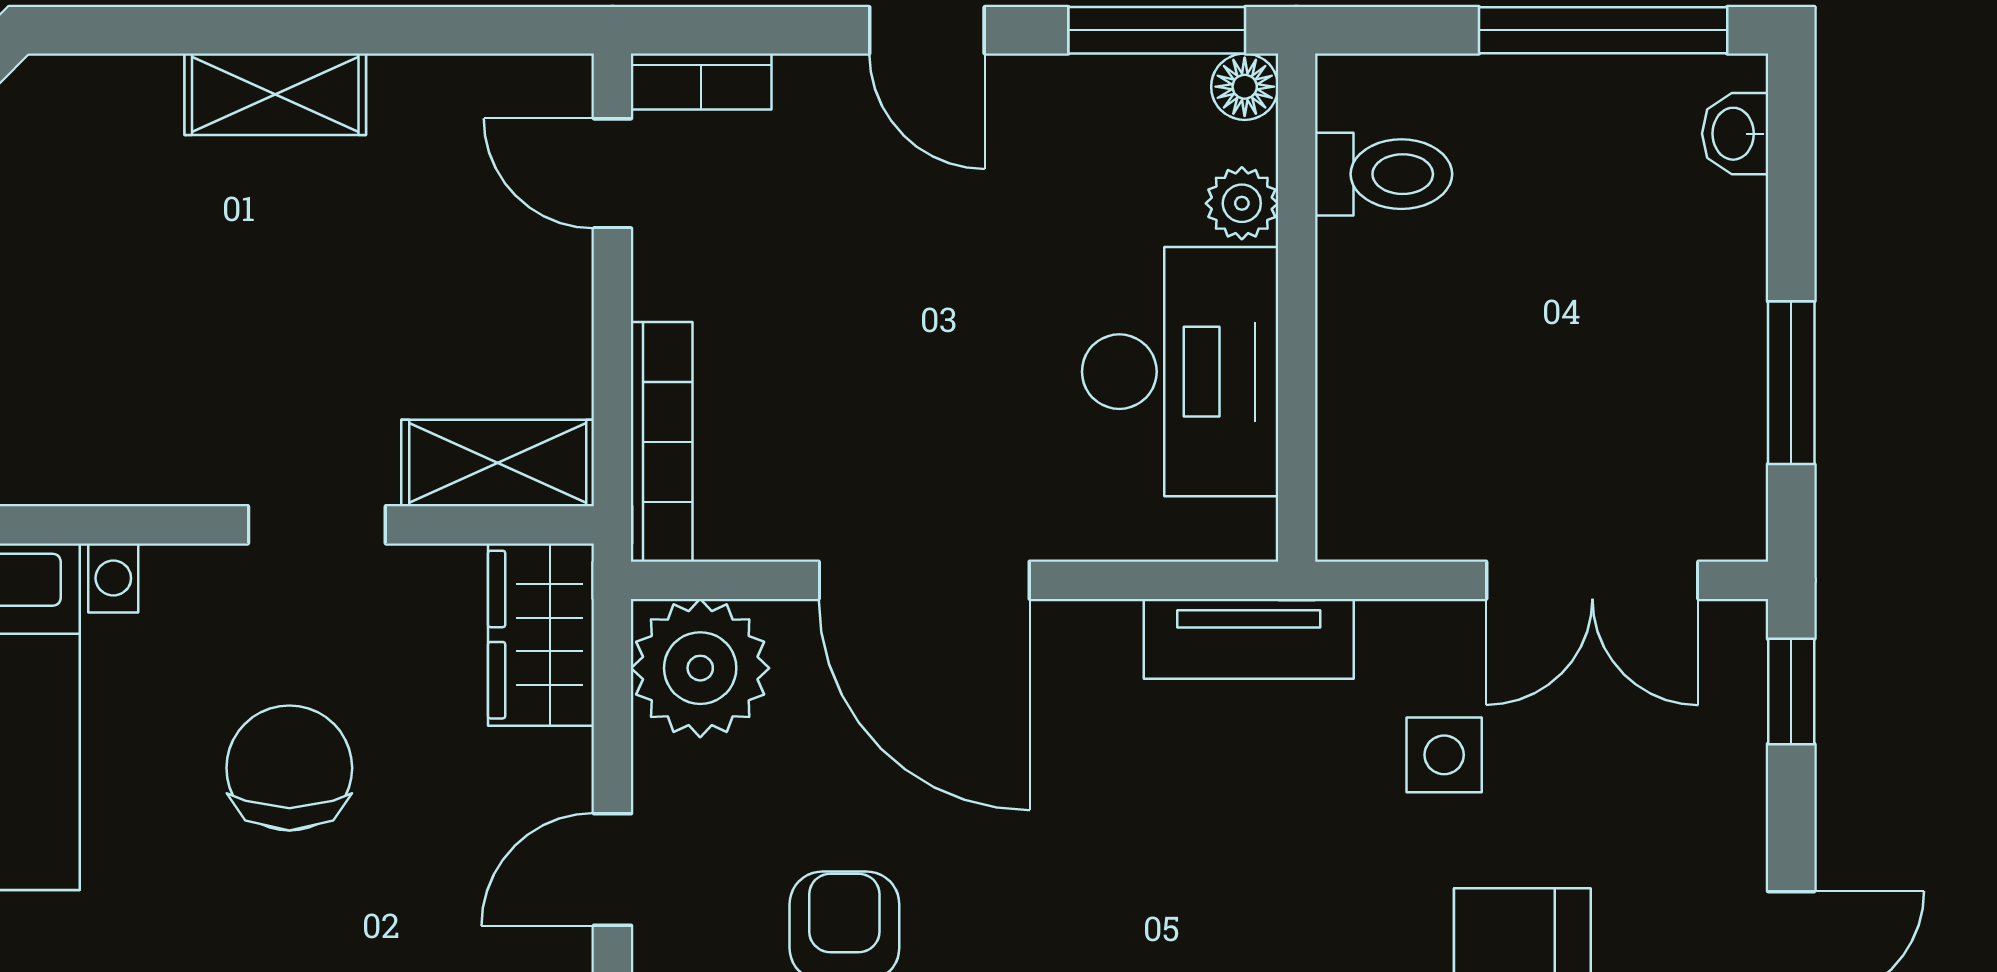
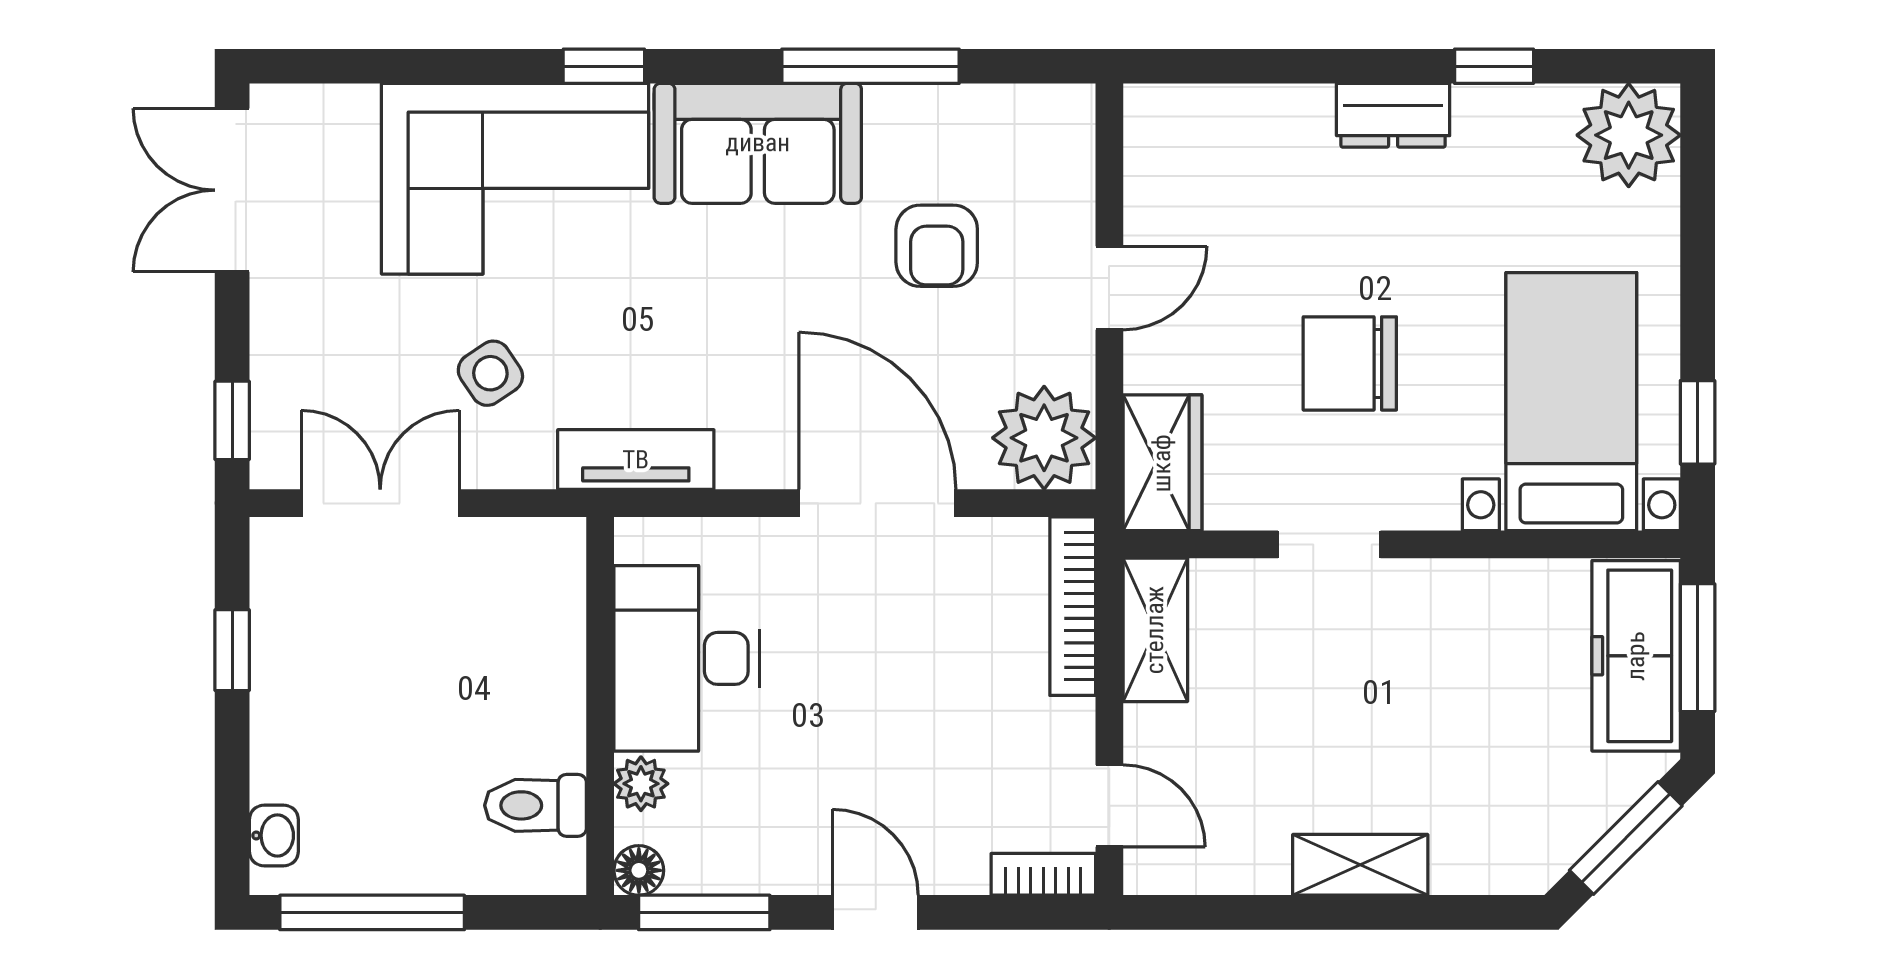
window: (1791, 383) -> (232, 650), width x0.67
shelving: (498, 463) -> (1155, 630), moved, turned 90
side table: (1444, 755) -> (490, 373), turned -34
chair: (289, 768) -> (1350, 363), turned 90

